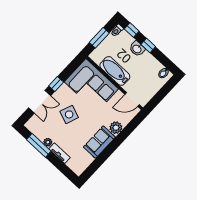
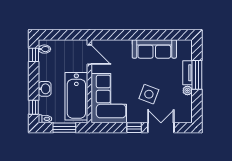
window: (148, 45) -> (34, 55), moved
bathtub: (115, 71) -> (76, 96), width x1.36, depth x1.36
plant: (116, 128) -> (124, 46), removed
sofa: (99, 142) -> (154, 49), width x1.36
window: (39, 145) -> (197, 75), moved

